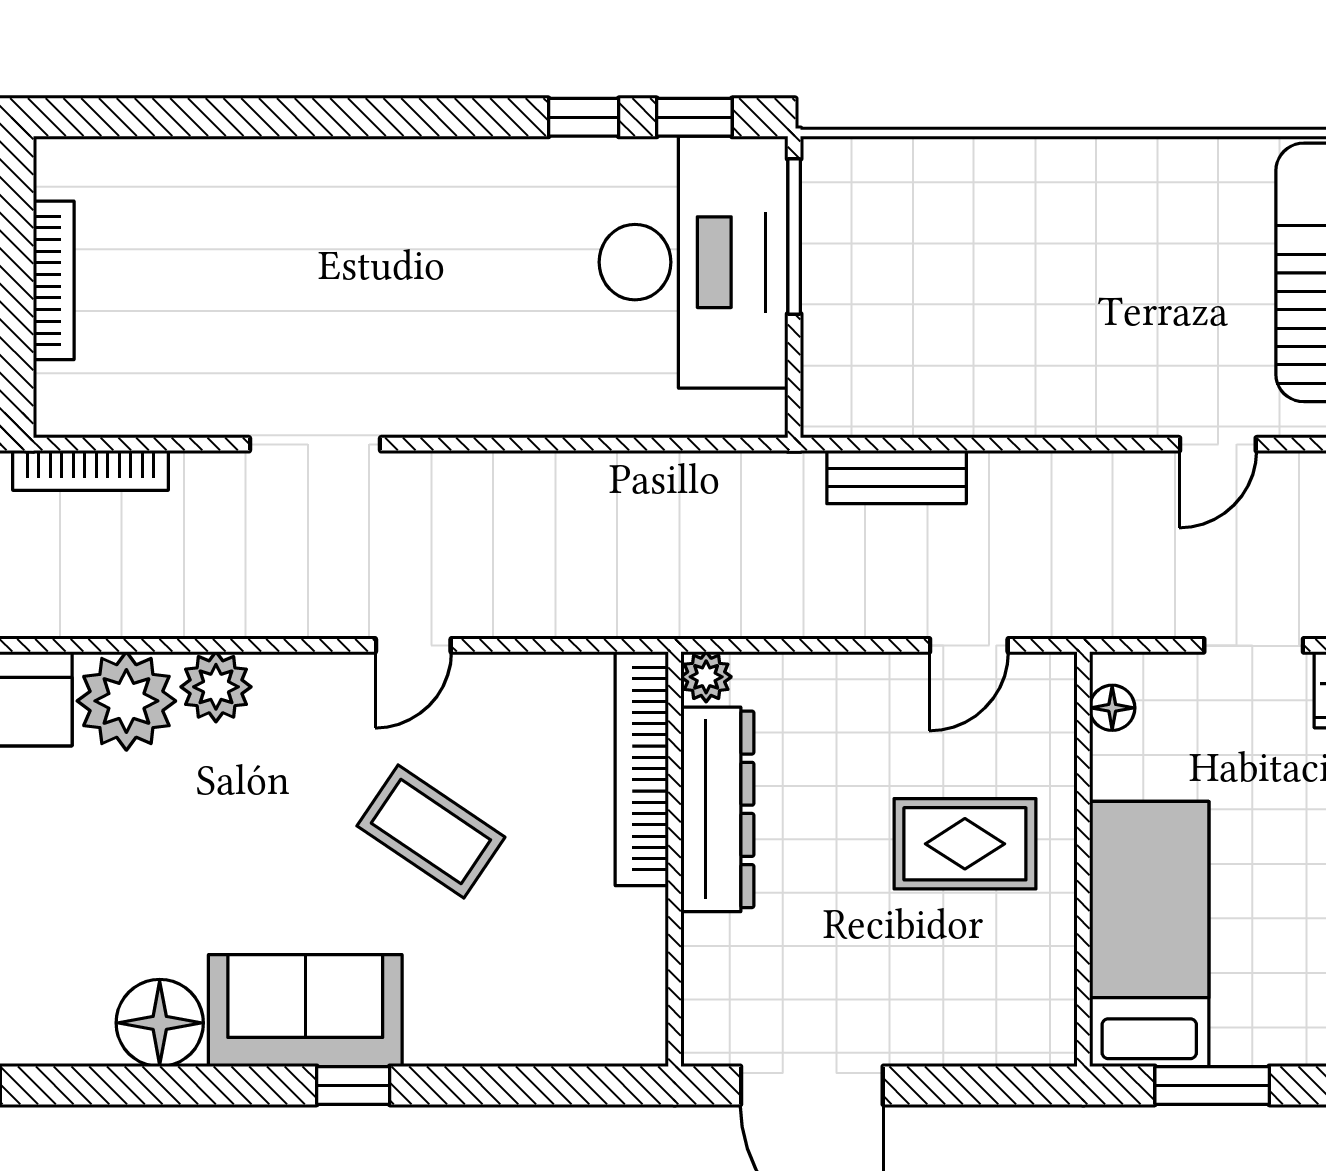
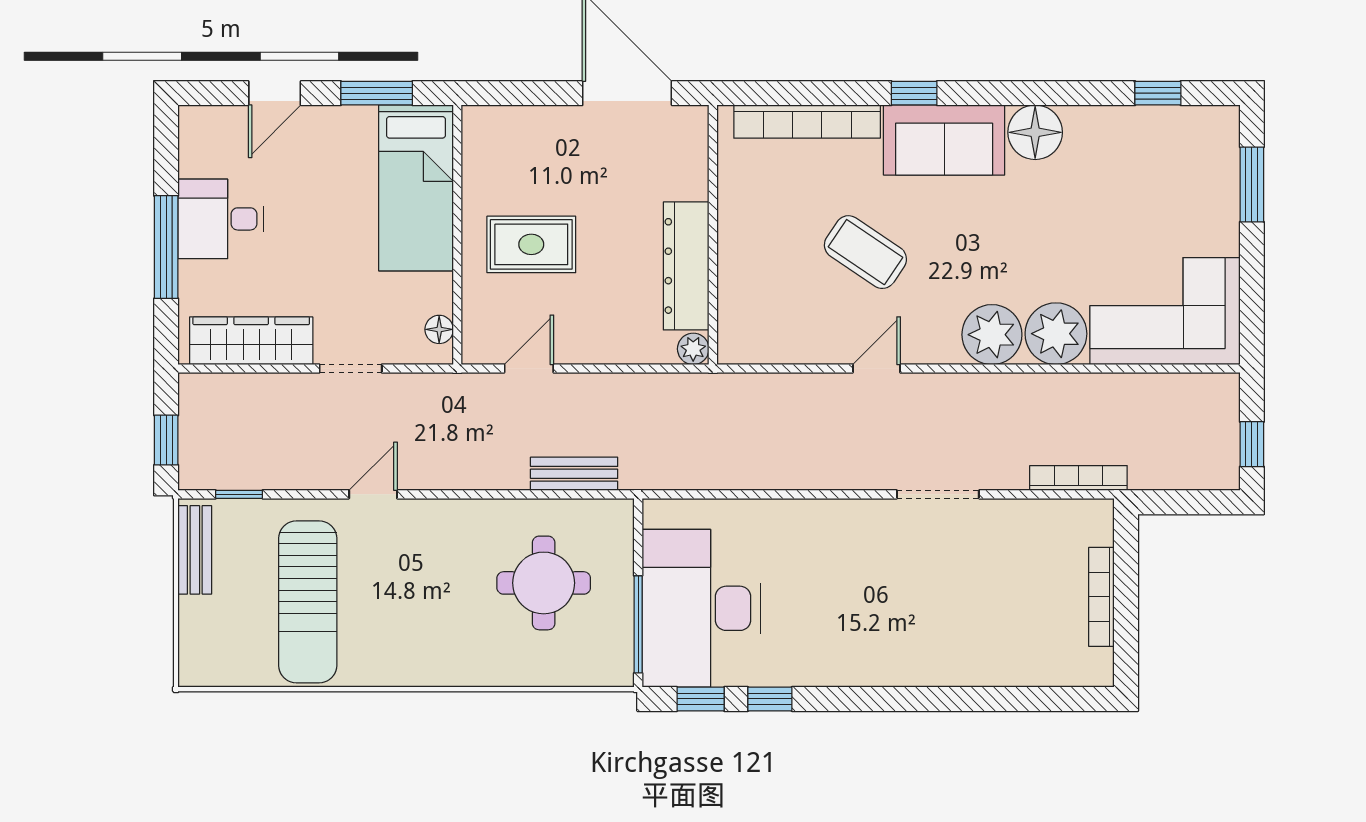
round table: (945, 303) -> (544, 583), added
plant: (216, 687) -> (992, 335), width x1.36, depth x1.36
bookcase: (642, 769) -> (807, 122), moved, turned 90

